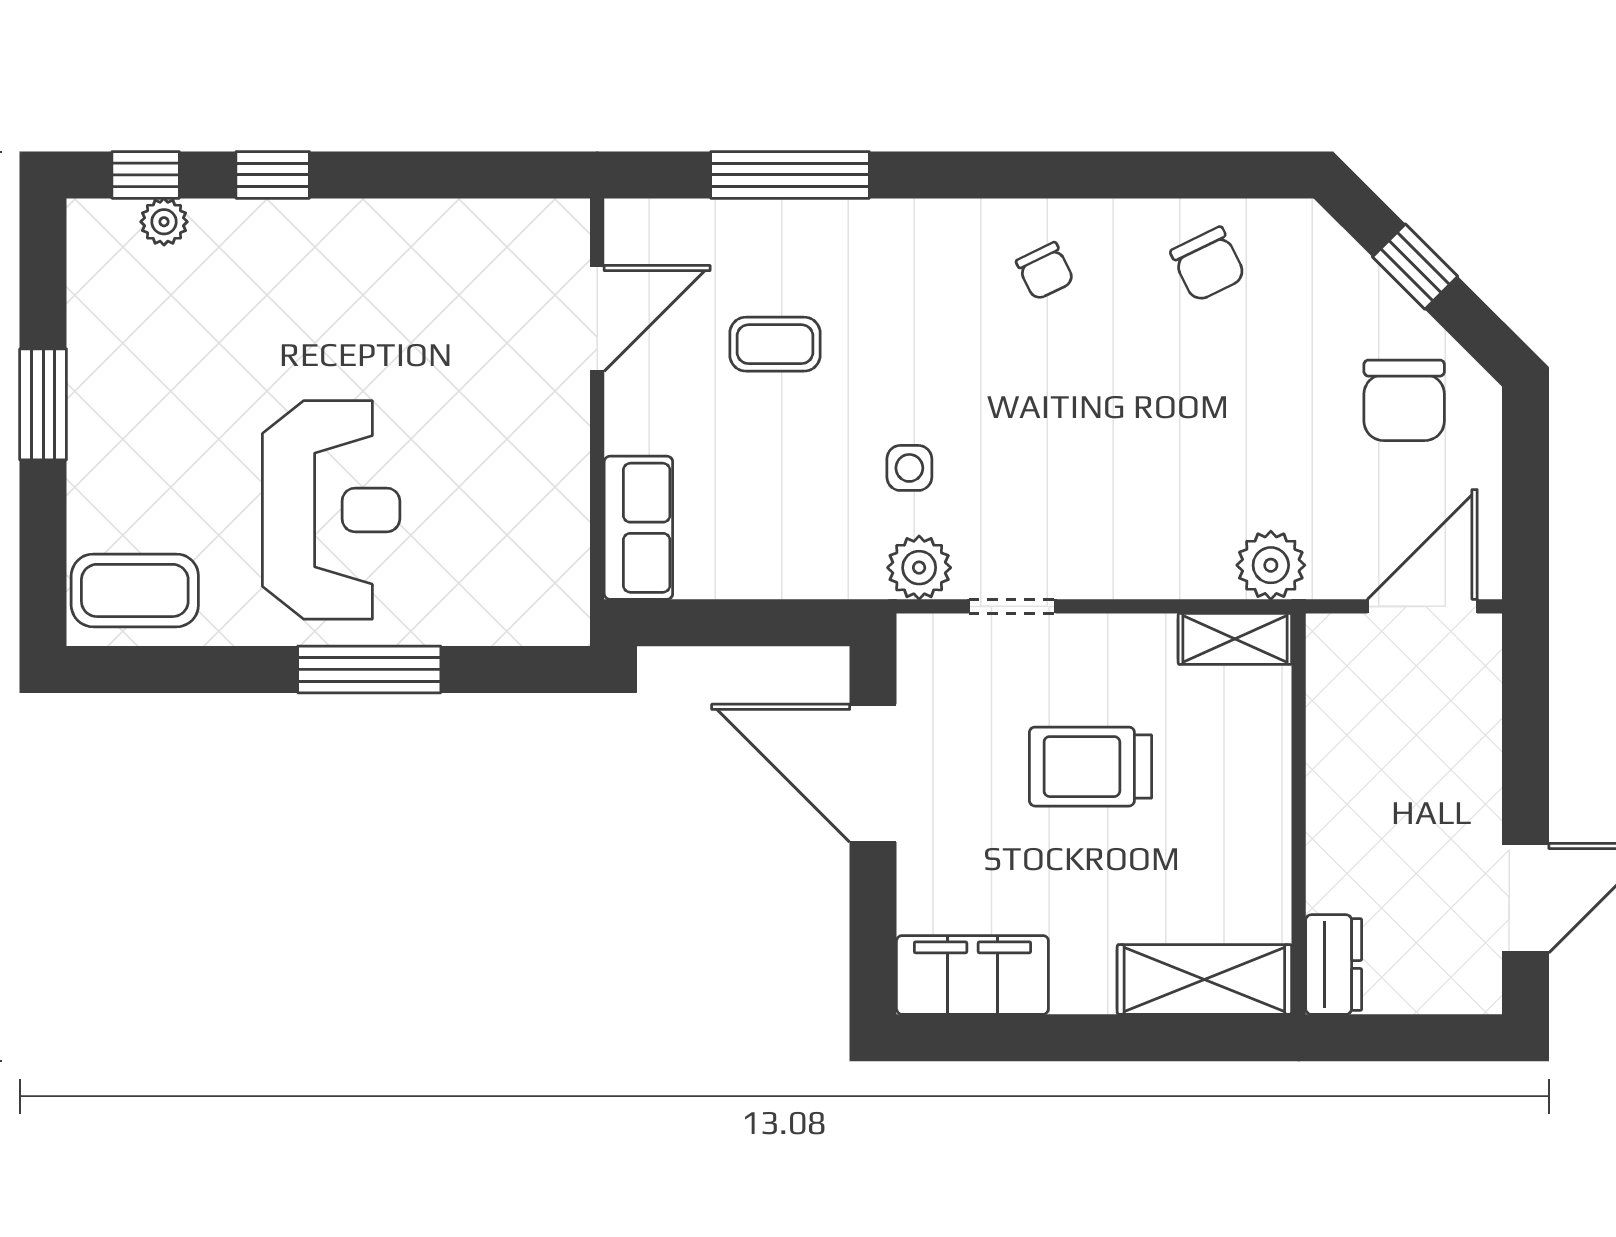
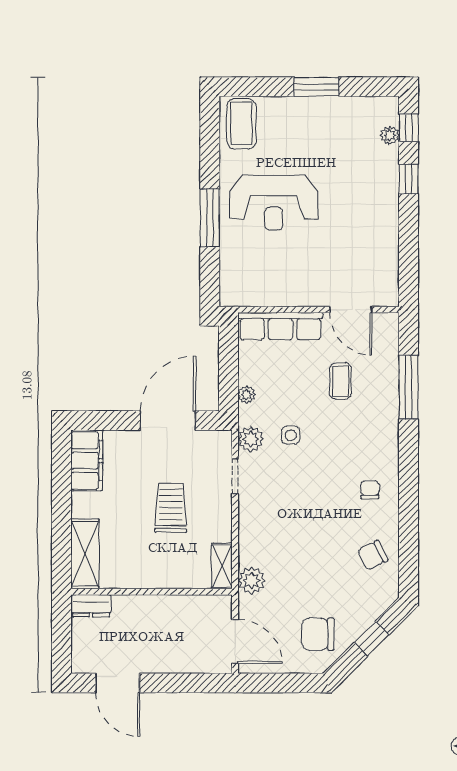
chair: (1045, 271) -> (370, 490), turned 116
row of seats: (638, 528) -> (280, 326), width x1.48
plant: (808, 578) -> (247, 395), added

